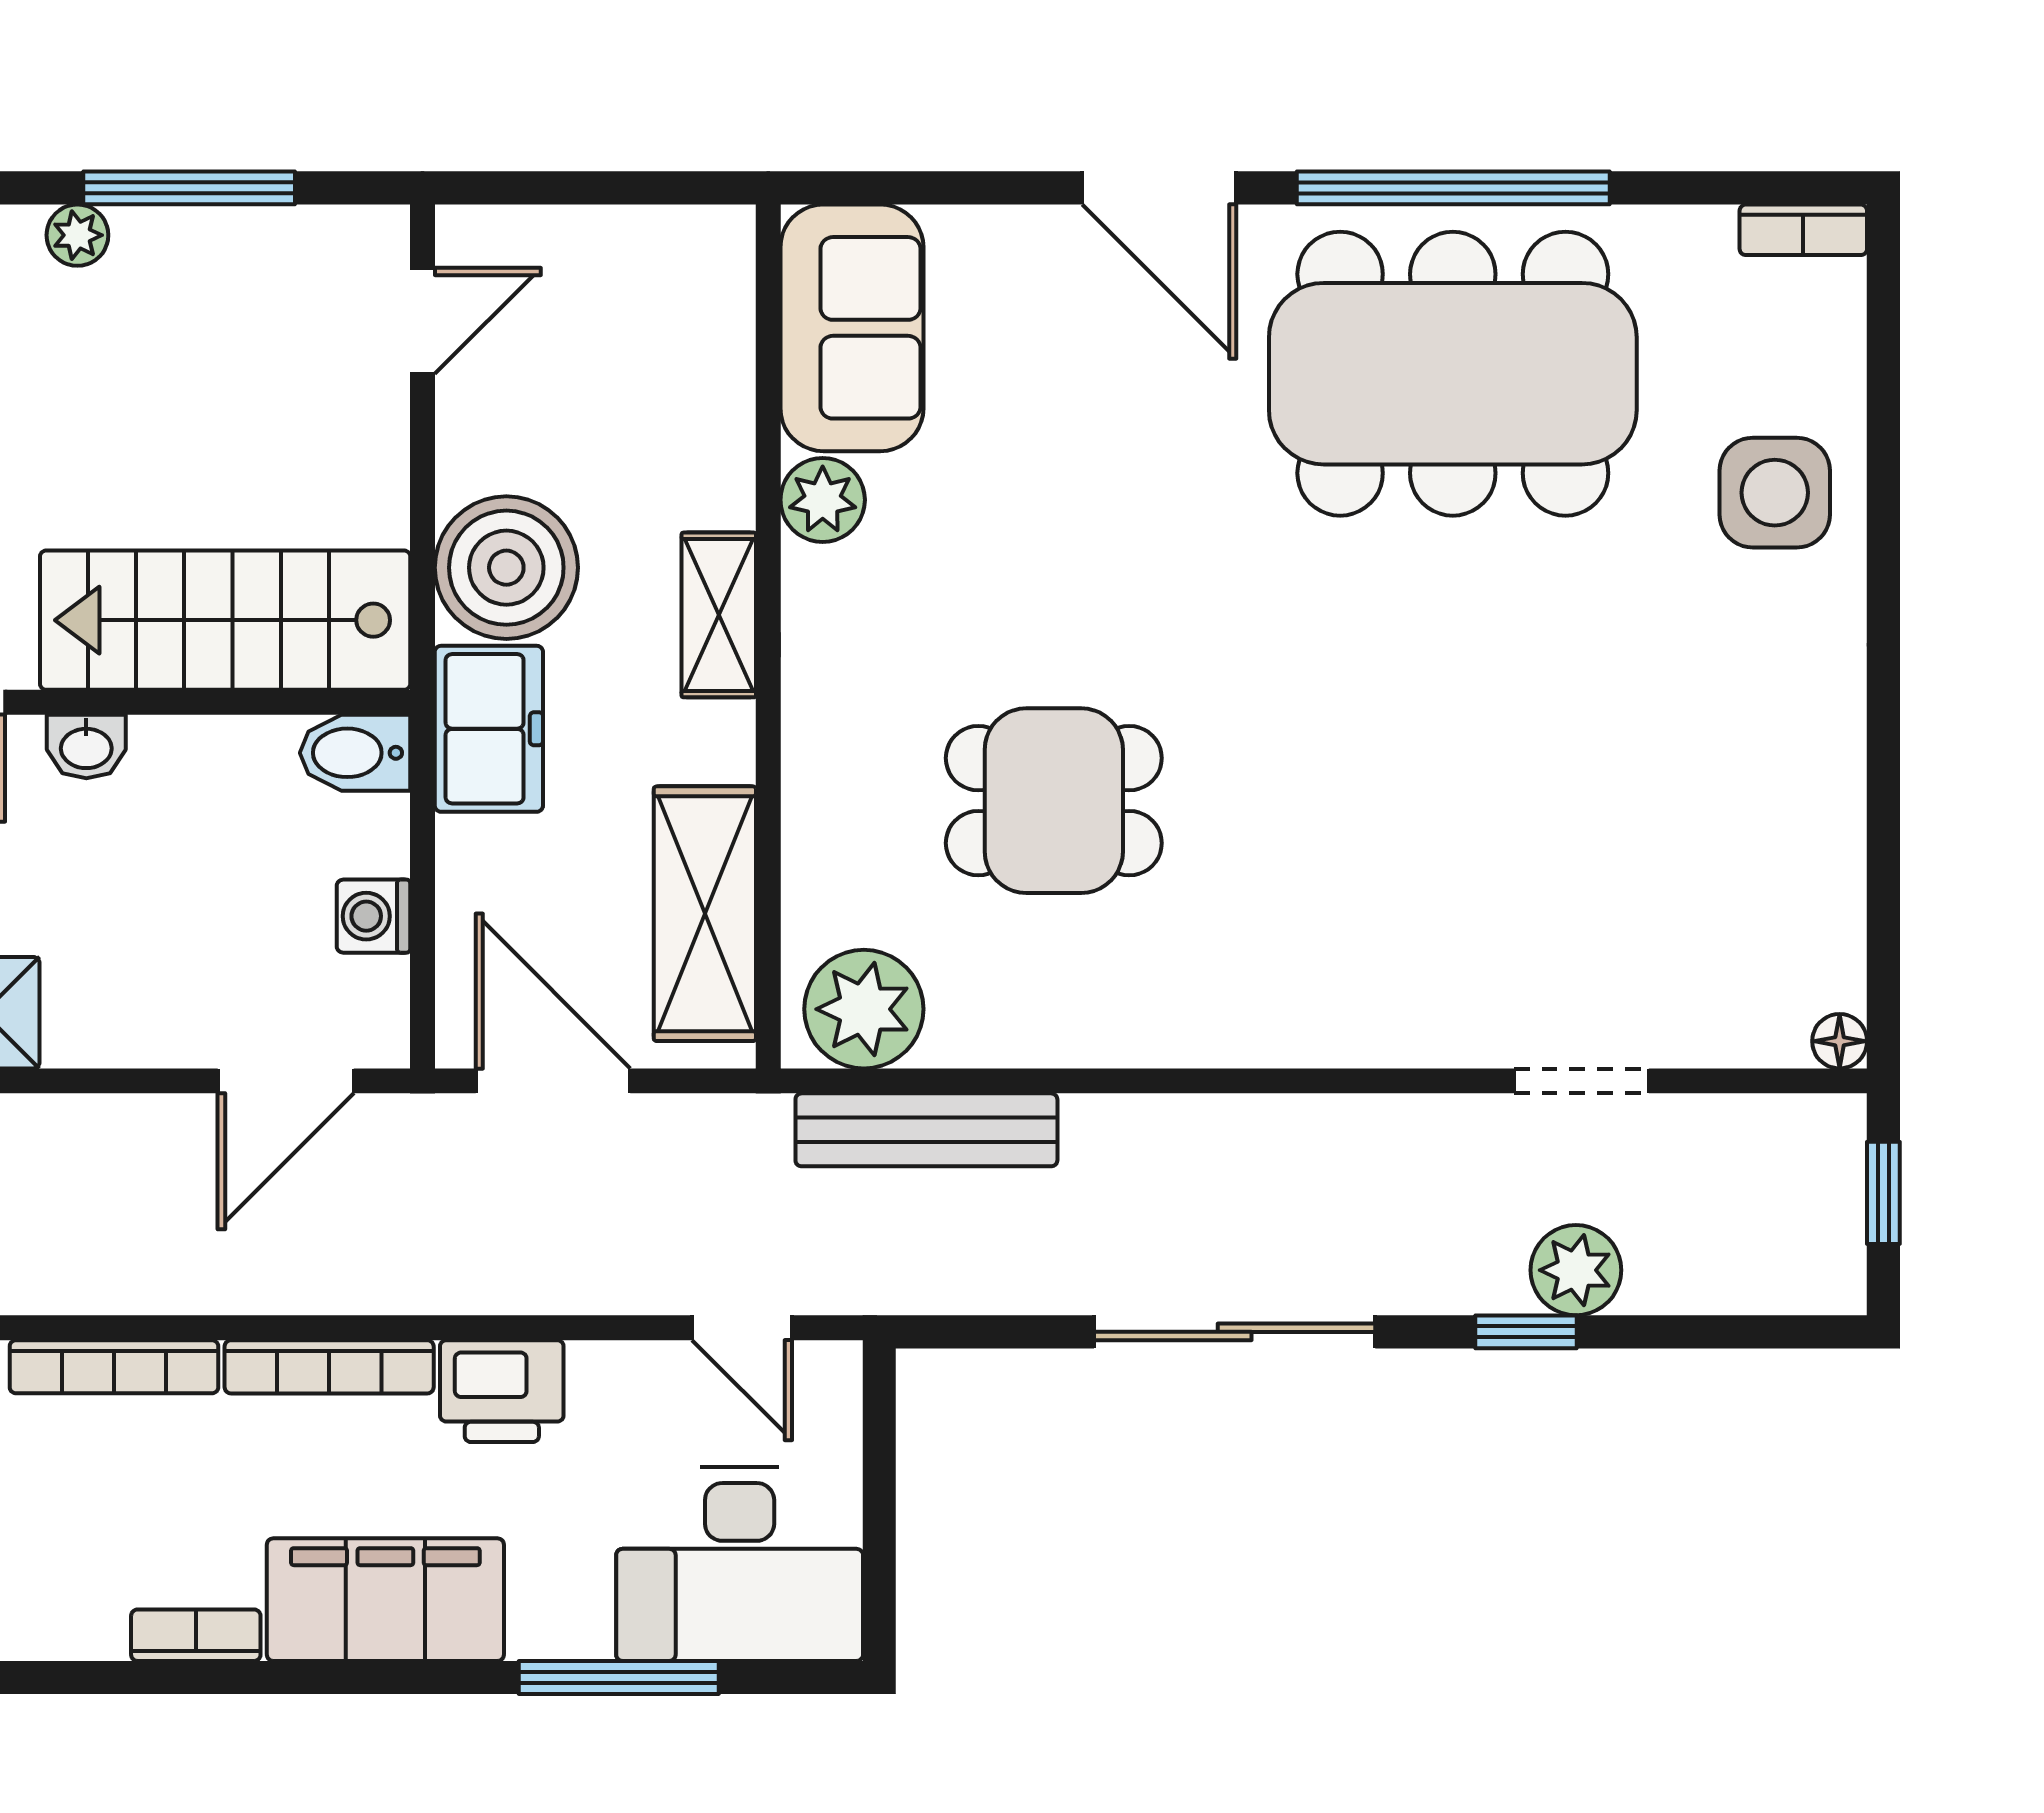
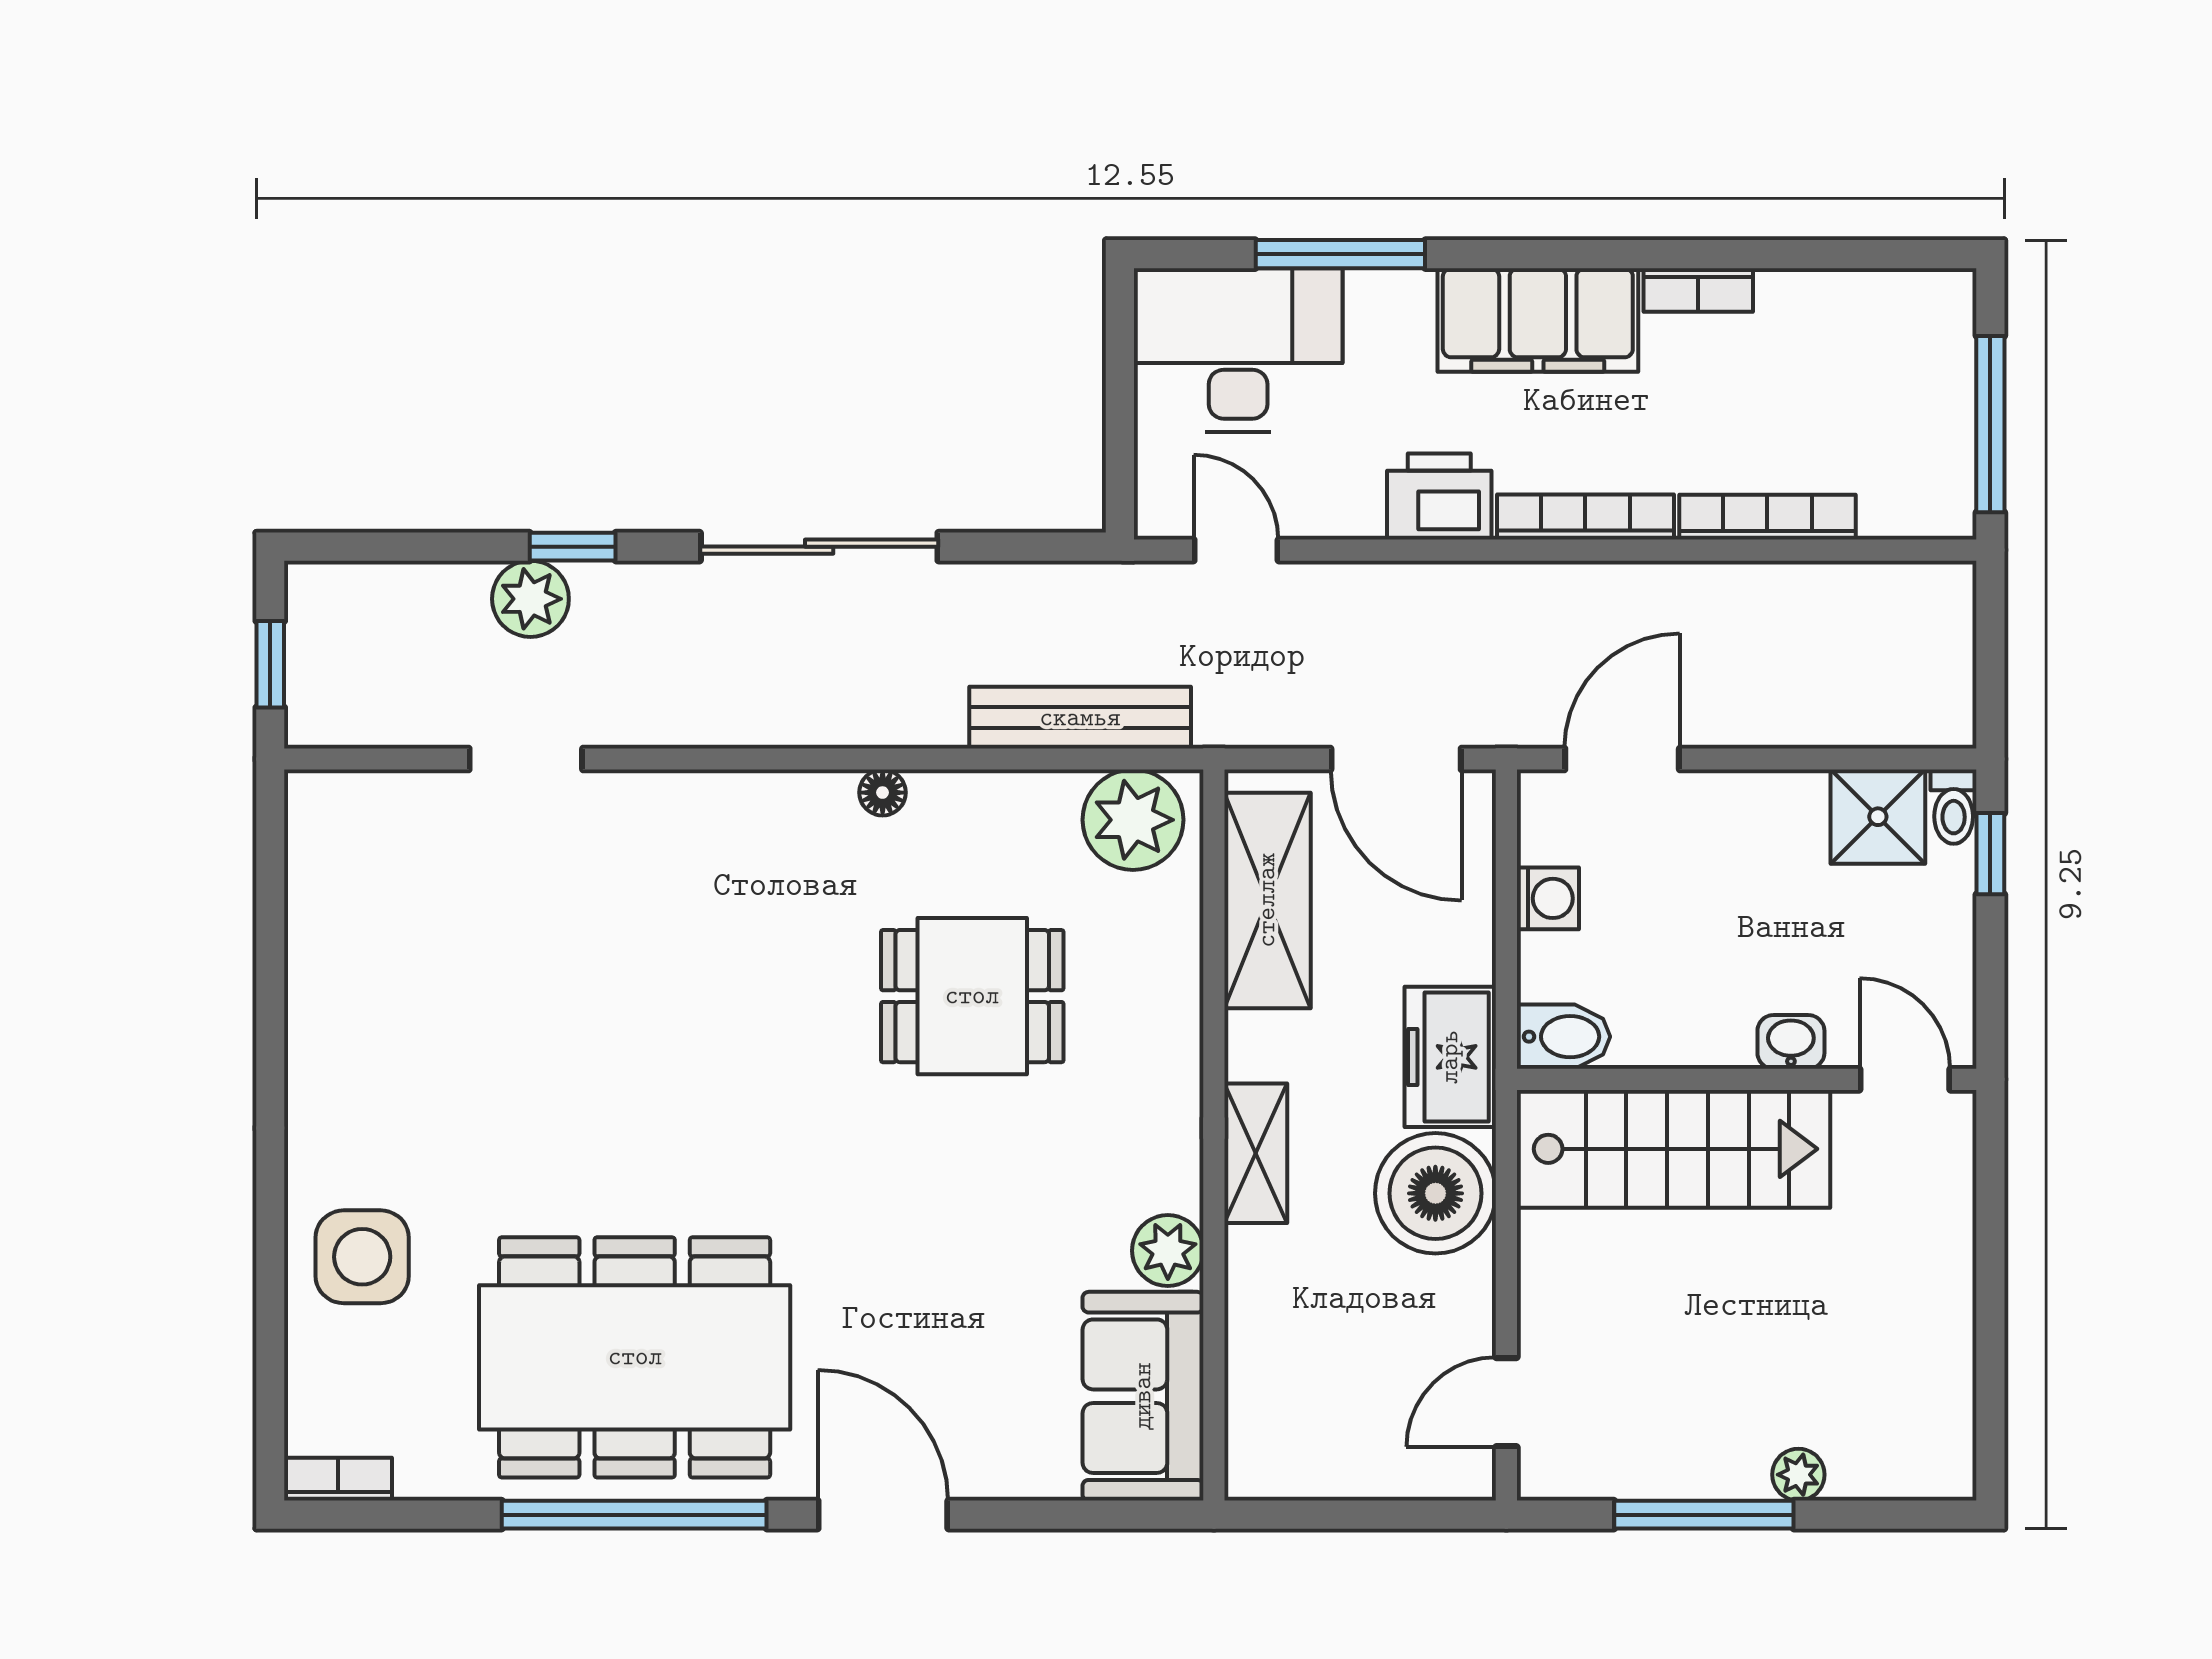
floor lamp: (1840, 1041) -> (883, 793), moved

